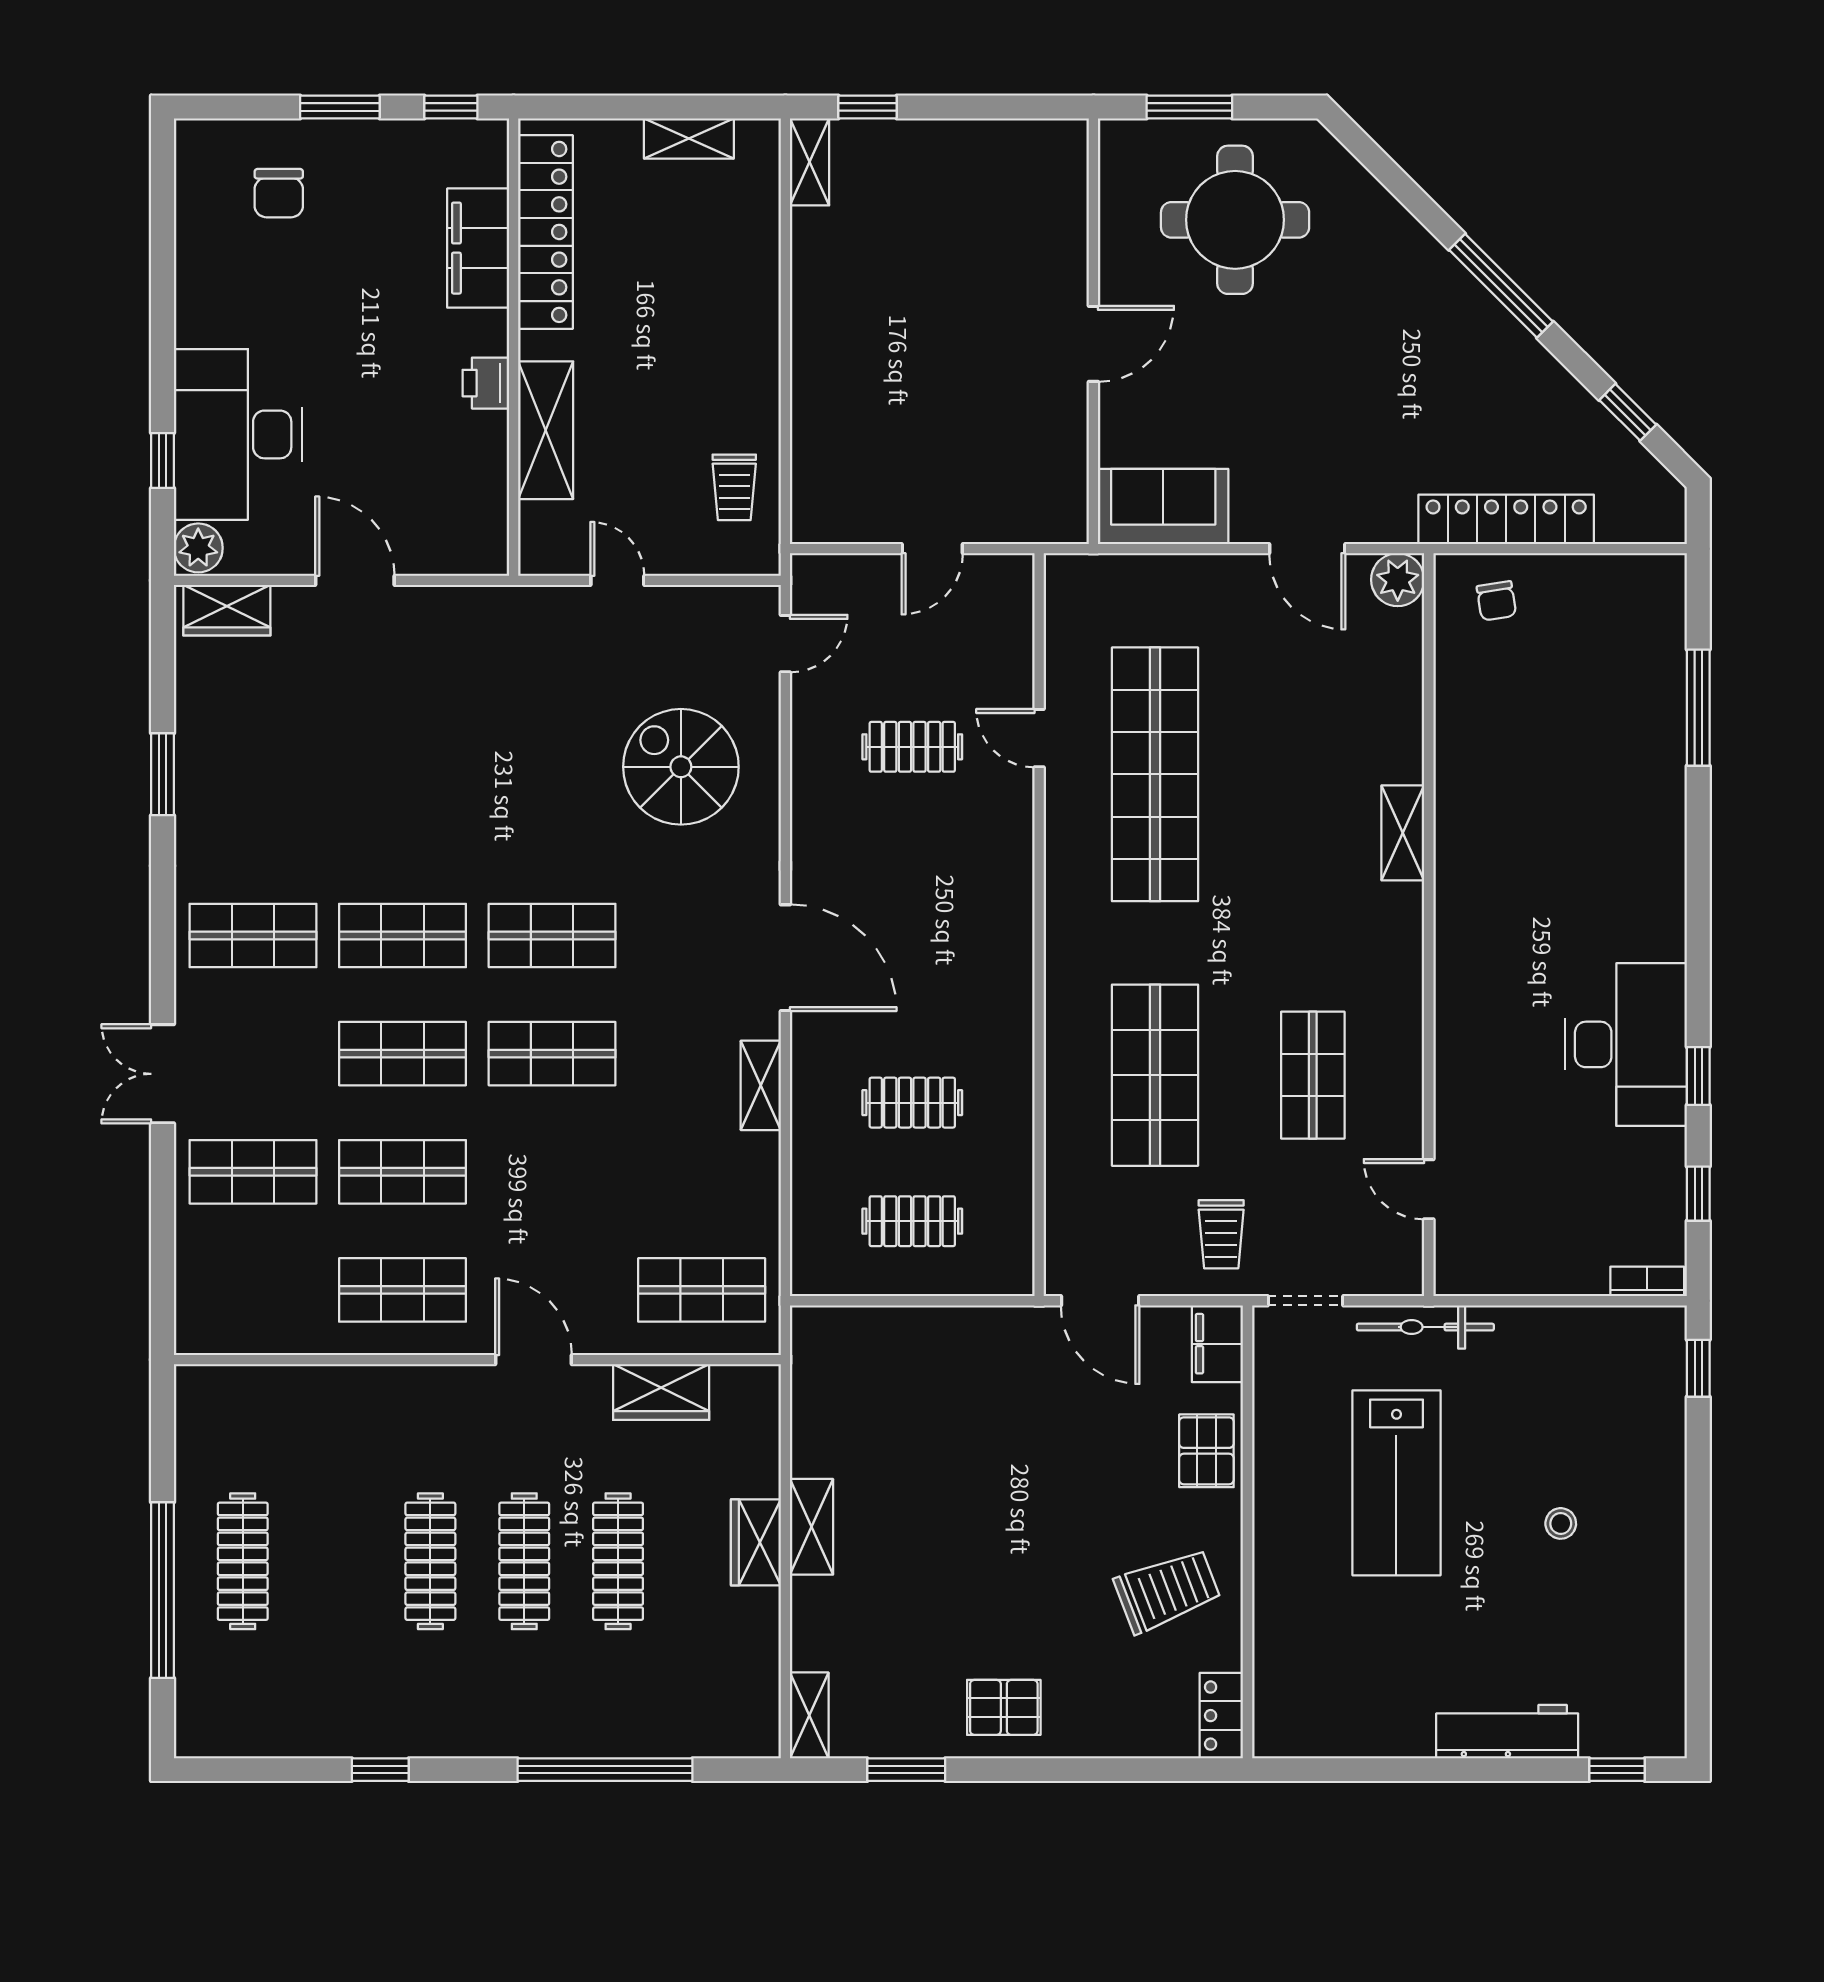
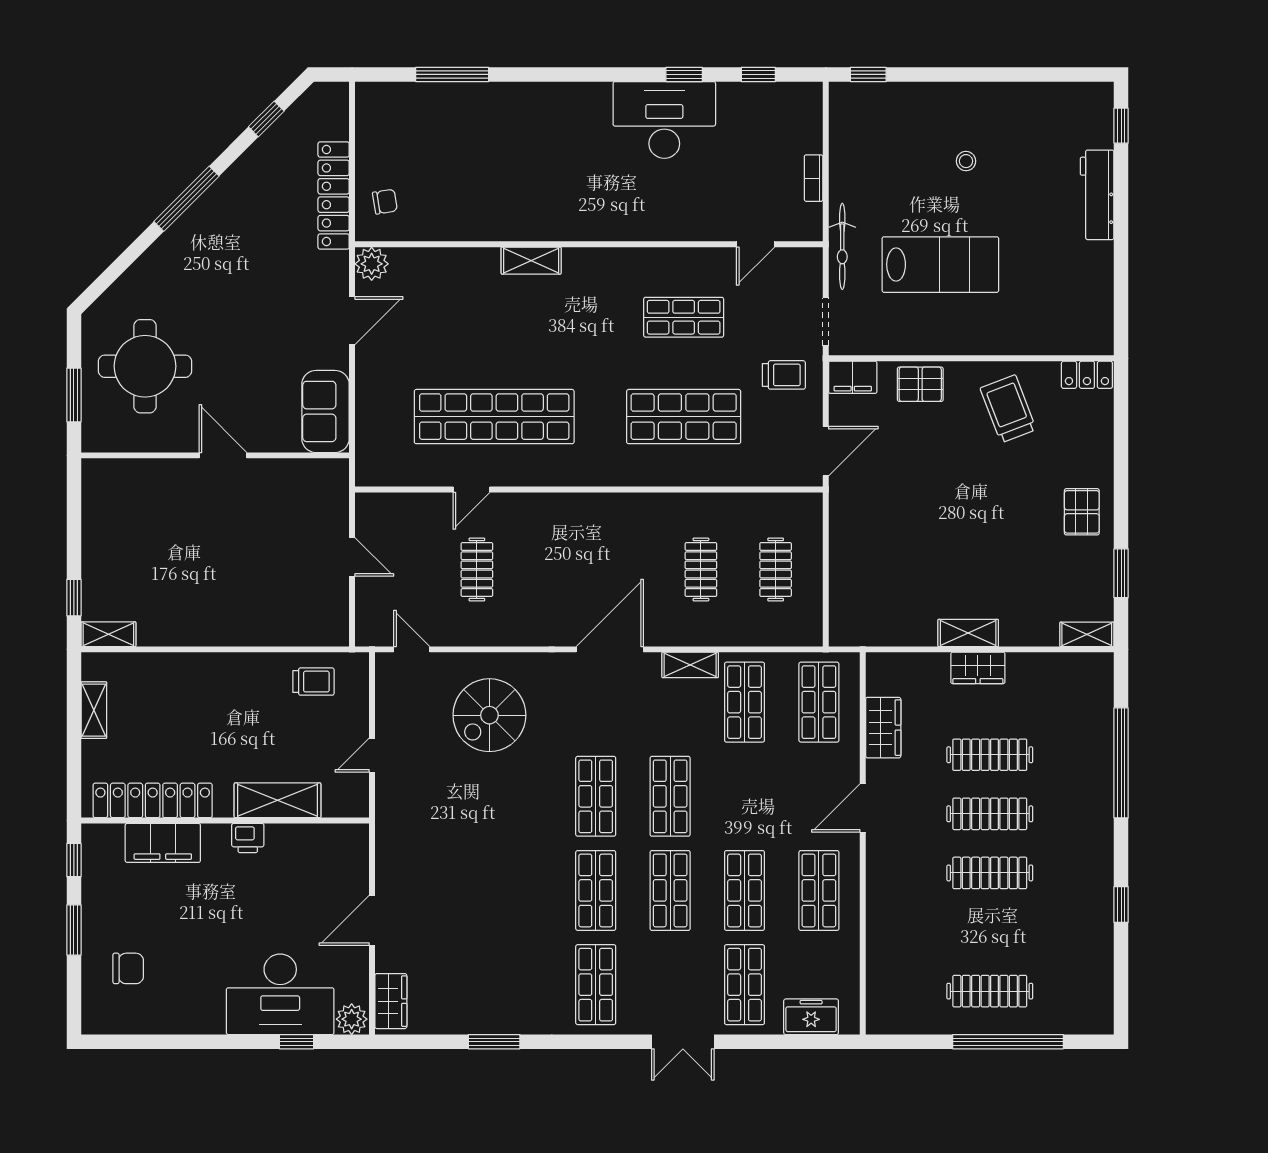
shop shelf: (702, 1172) -> (745, 702), added
freezer: (202, 1278) -> (811, 1017), added
bookcase: (1647, 1281) -> (814, 178), moved

